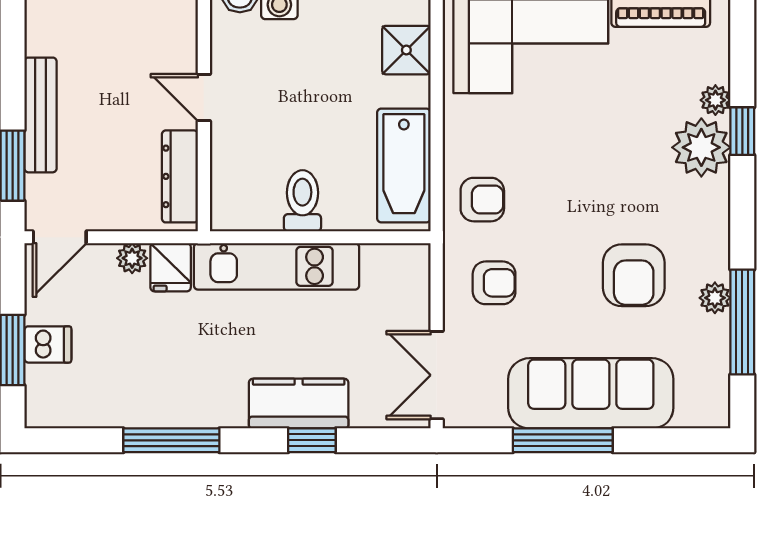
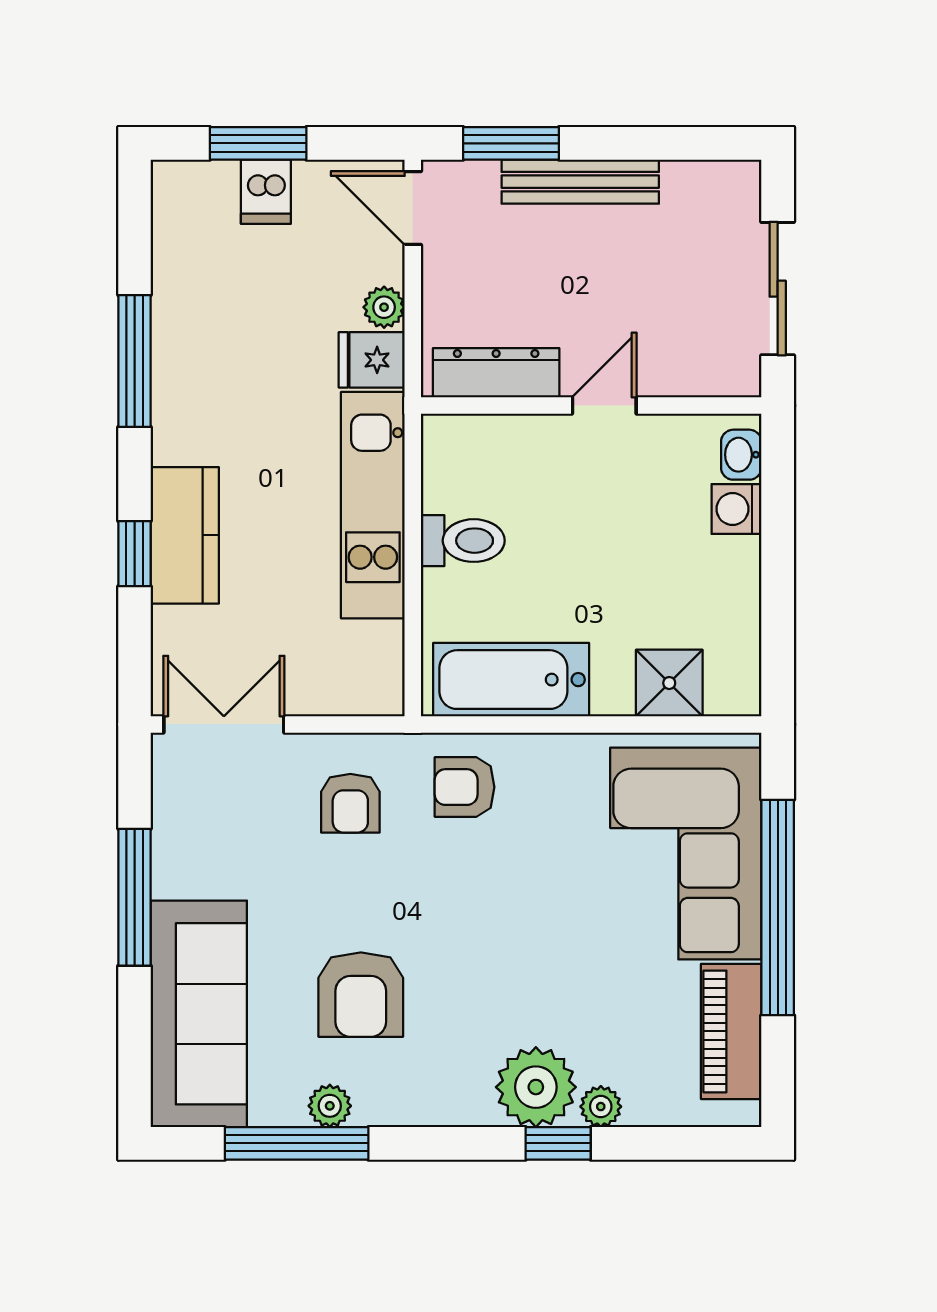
armchair: (482, 200) -> (464, 787), turned 90
armchair: (634, 275) -> (361, 995), turned -90
sofa: (591, 393) -> (199, 1014), moved

